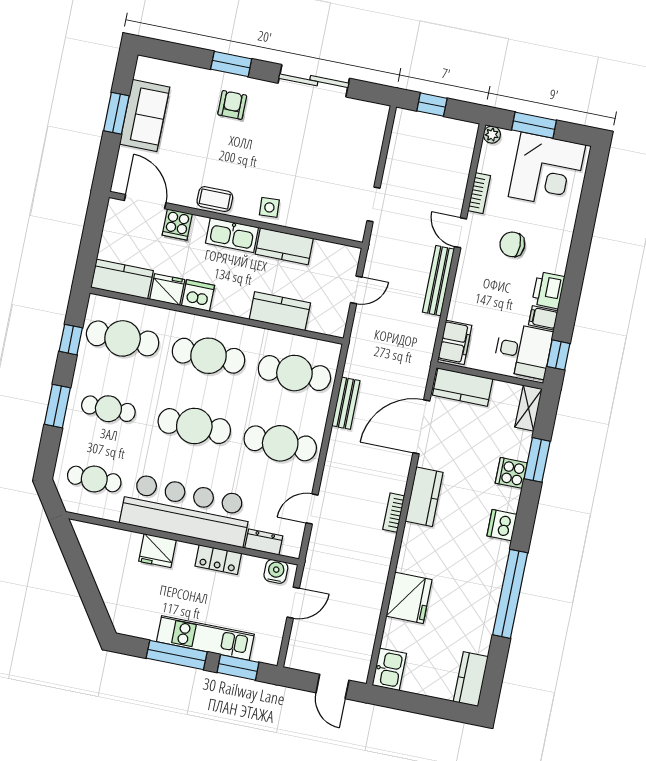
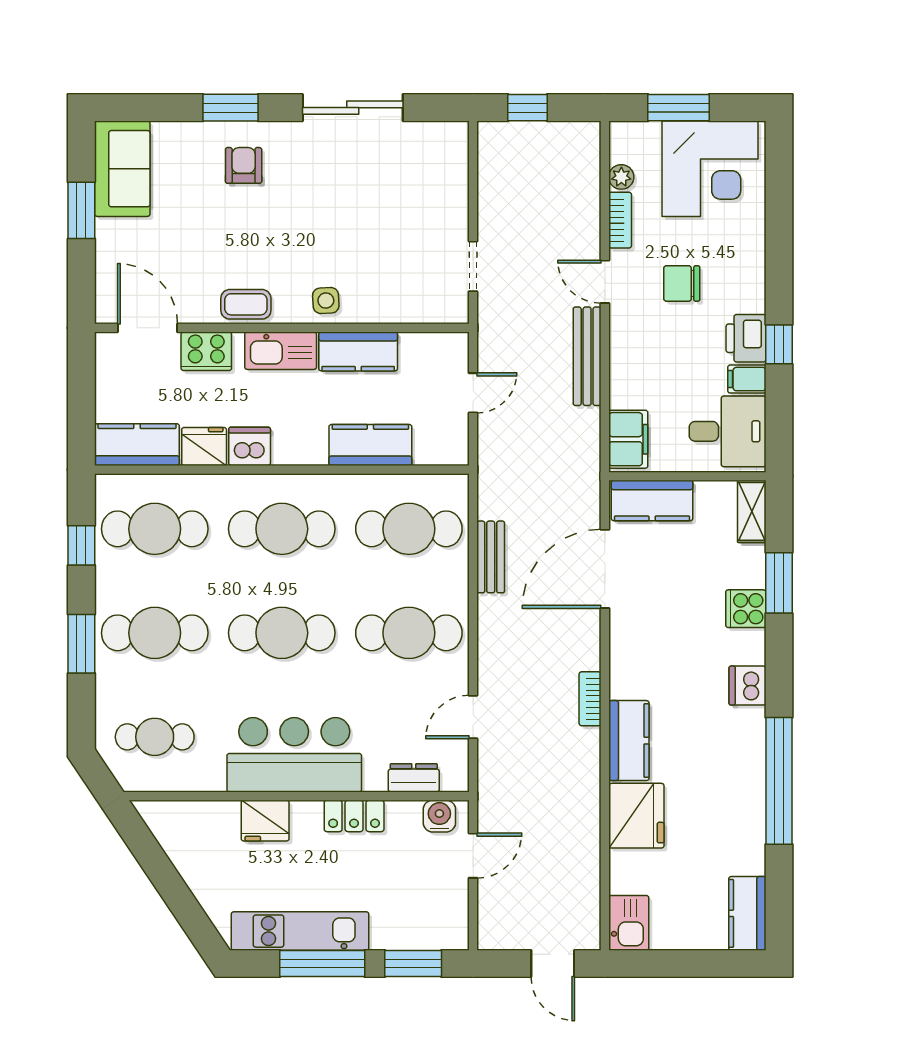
sofa: (145, 116) -> (122, 169), moved
plant: (492, 135) -> (621, 177), moved
cooker: (177, 225) -> (206, 351), width x1.36
window: (558, 355) -> (779, 344), moved
cafe table: (108, 409) -> (155, 633), width x1.37, depth x1.35
kitchen counter: (424, 497) -> (629, 741), moved
bar counter: (186, 510) -> (294, 755), width x0.73
kitchen unit: (205, 638) -> (300, 931), moved

